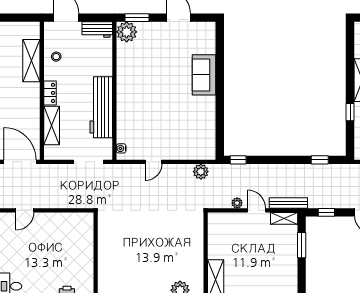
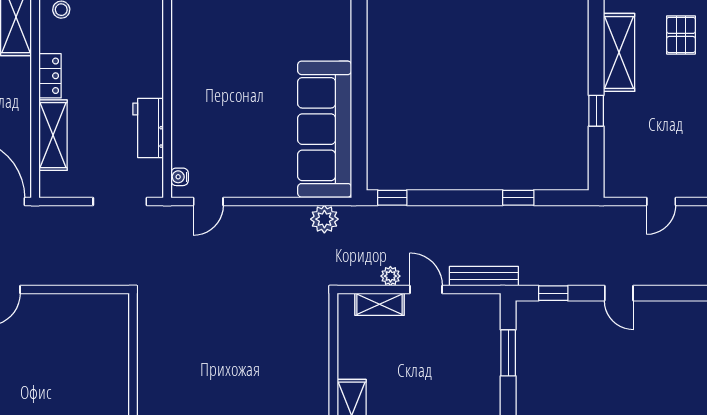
sofa: (204, 75) -> (325, 129), moved, width x1.85, depth x1.27
workbench: (101, 107) -> (148, 128), width x0.53, depth x0.76
window: (320, 160) -> (518, 198), moved
door: (154, 162) -> (208, 201), moved
shelving: (284, 218) -> (380, 304), moved

